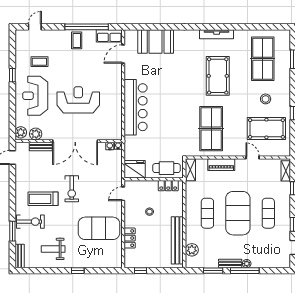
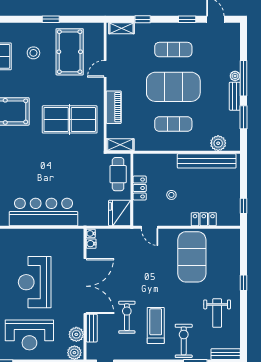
locker: (168, 186) -> (140, 188), moved
exercise bike: (72, 189) -> (127, 317), moved, turned -90
treadmill: (43, 199) -> (156, 325), turned 180

